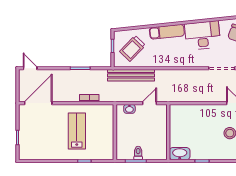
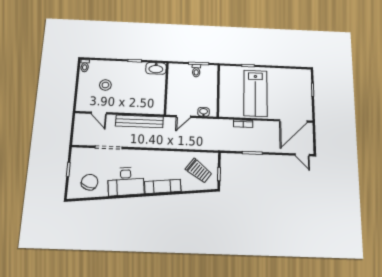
trolley: (133, 48) -> (199, 171), turned 83
bench: (131, 75) -> (139, 121), moved
lab bench: (77, 131) -> (255, 93), width x1.36, depth x1.39

